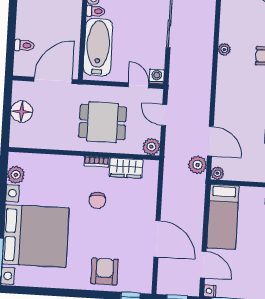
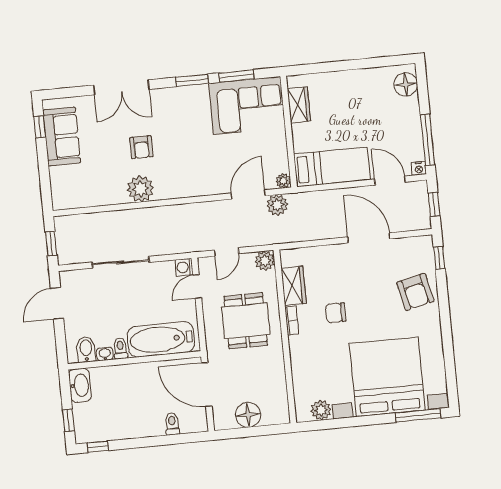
plant: (224, 49) -> (140, 189), width x1.87, depth x1.87
chair: (97, 200) -> (336, 313), turned 180
door: (157, 239) -> (369, 238), hinge flipped
door: (203, 265) -> (390, 181), hinge flipped
armchair: (105, 271) -> (415, 292), turned -103

